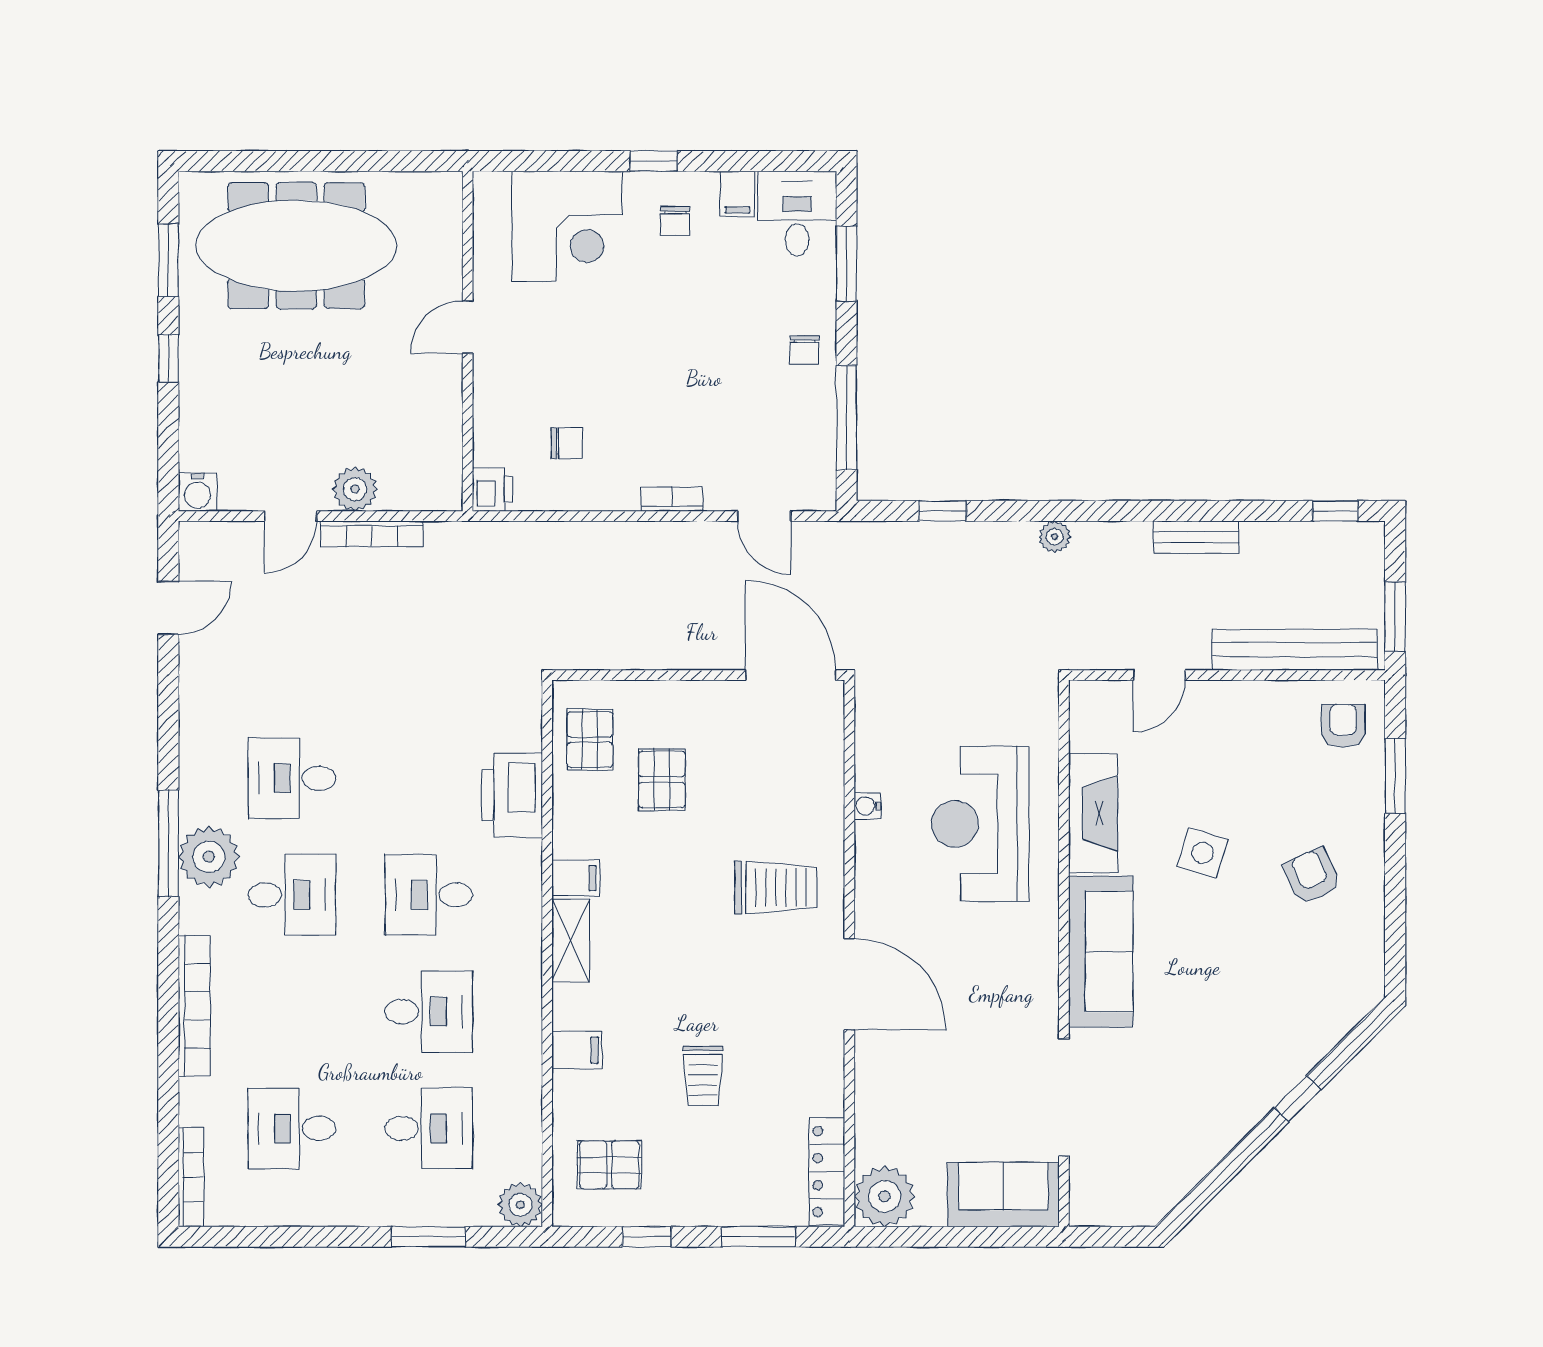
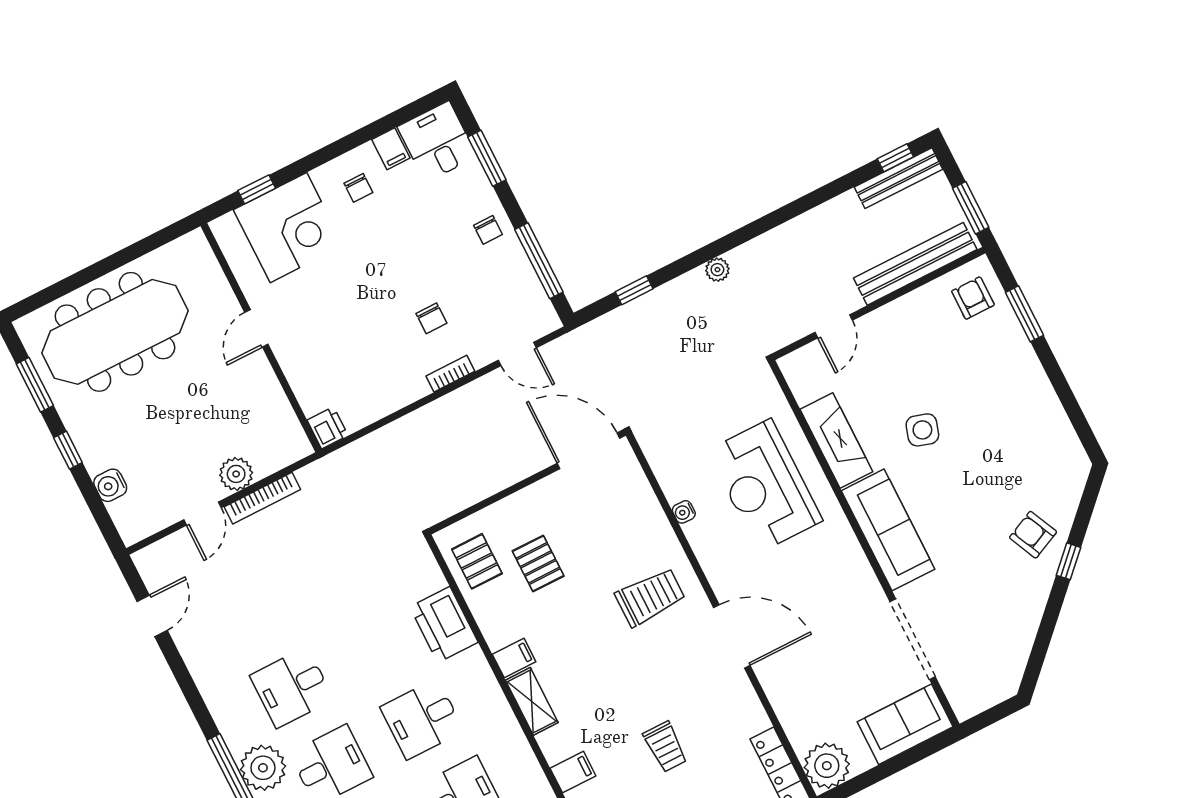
window: (654, 161) -> (257, 189), moved
chair: (567, 443) -> (431, 318), moved, turned 90
water cooler: (197, 492) -> (110, 485), moved, turned 90
bench: (1196, 537) -> (899, 178), moved, width x1.36
armchair: (1312, 876) -> (1033, 535), moved

